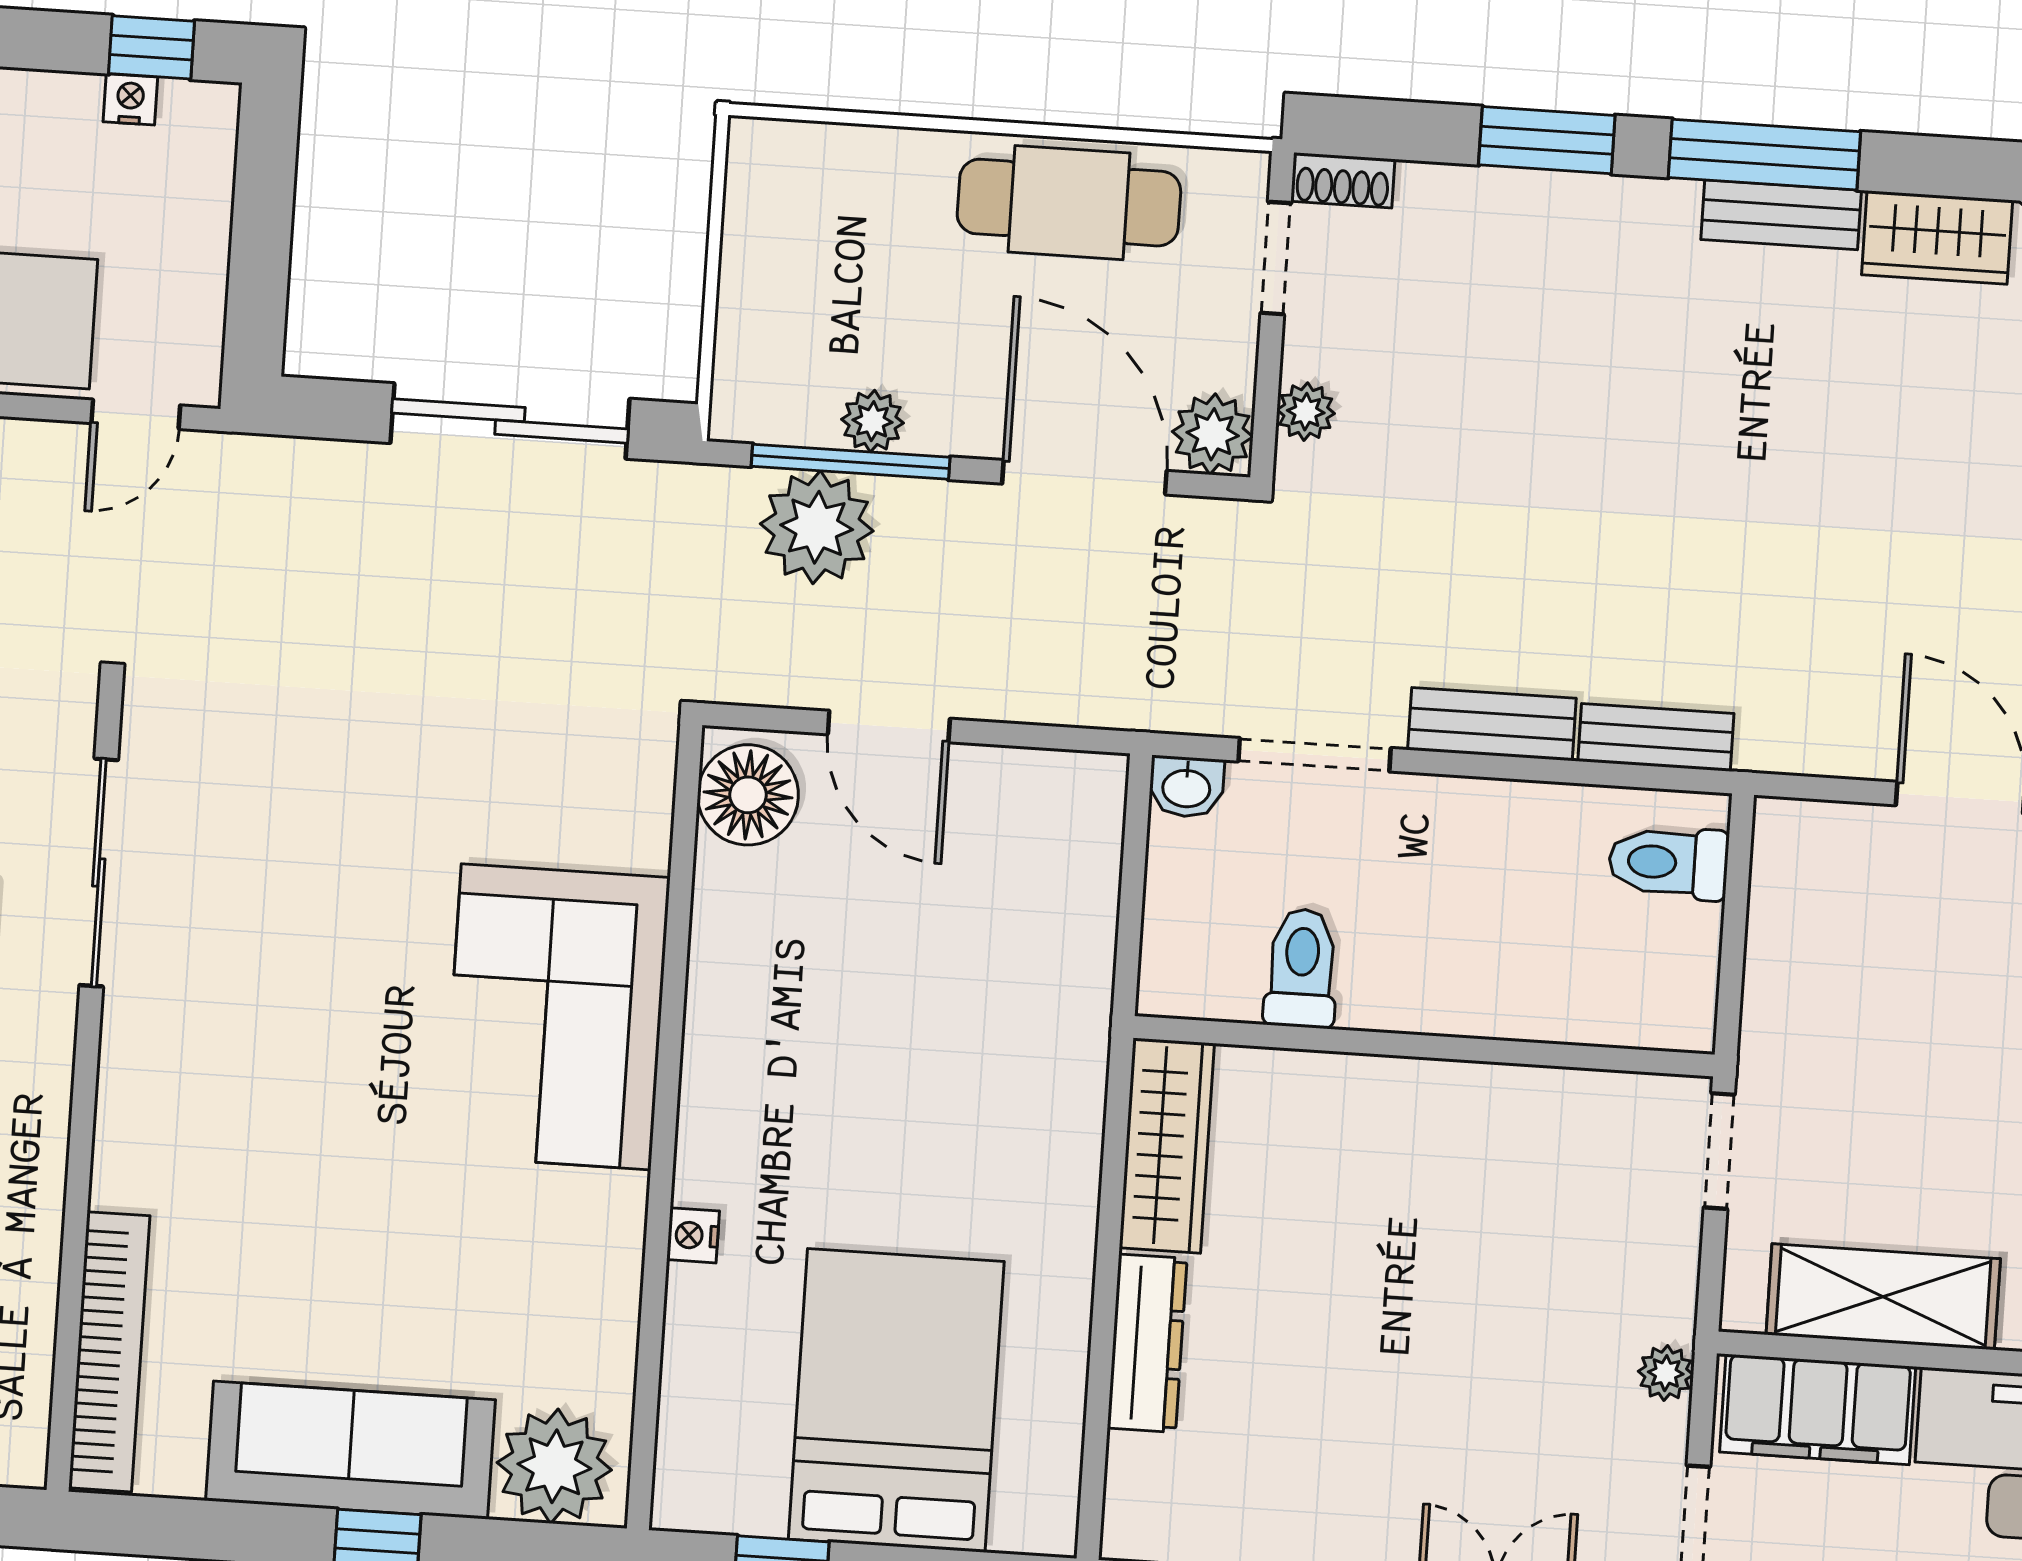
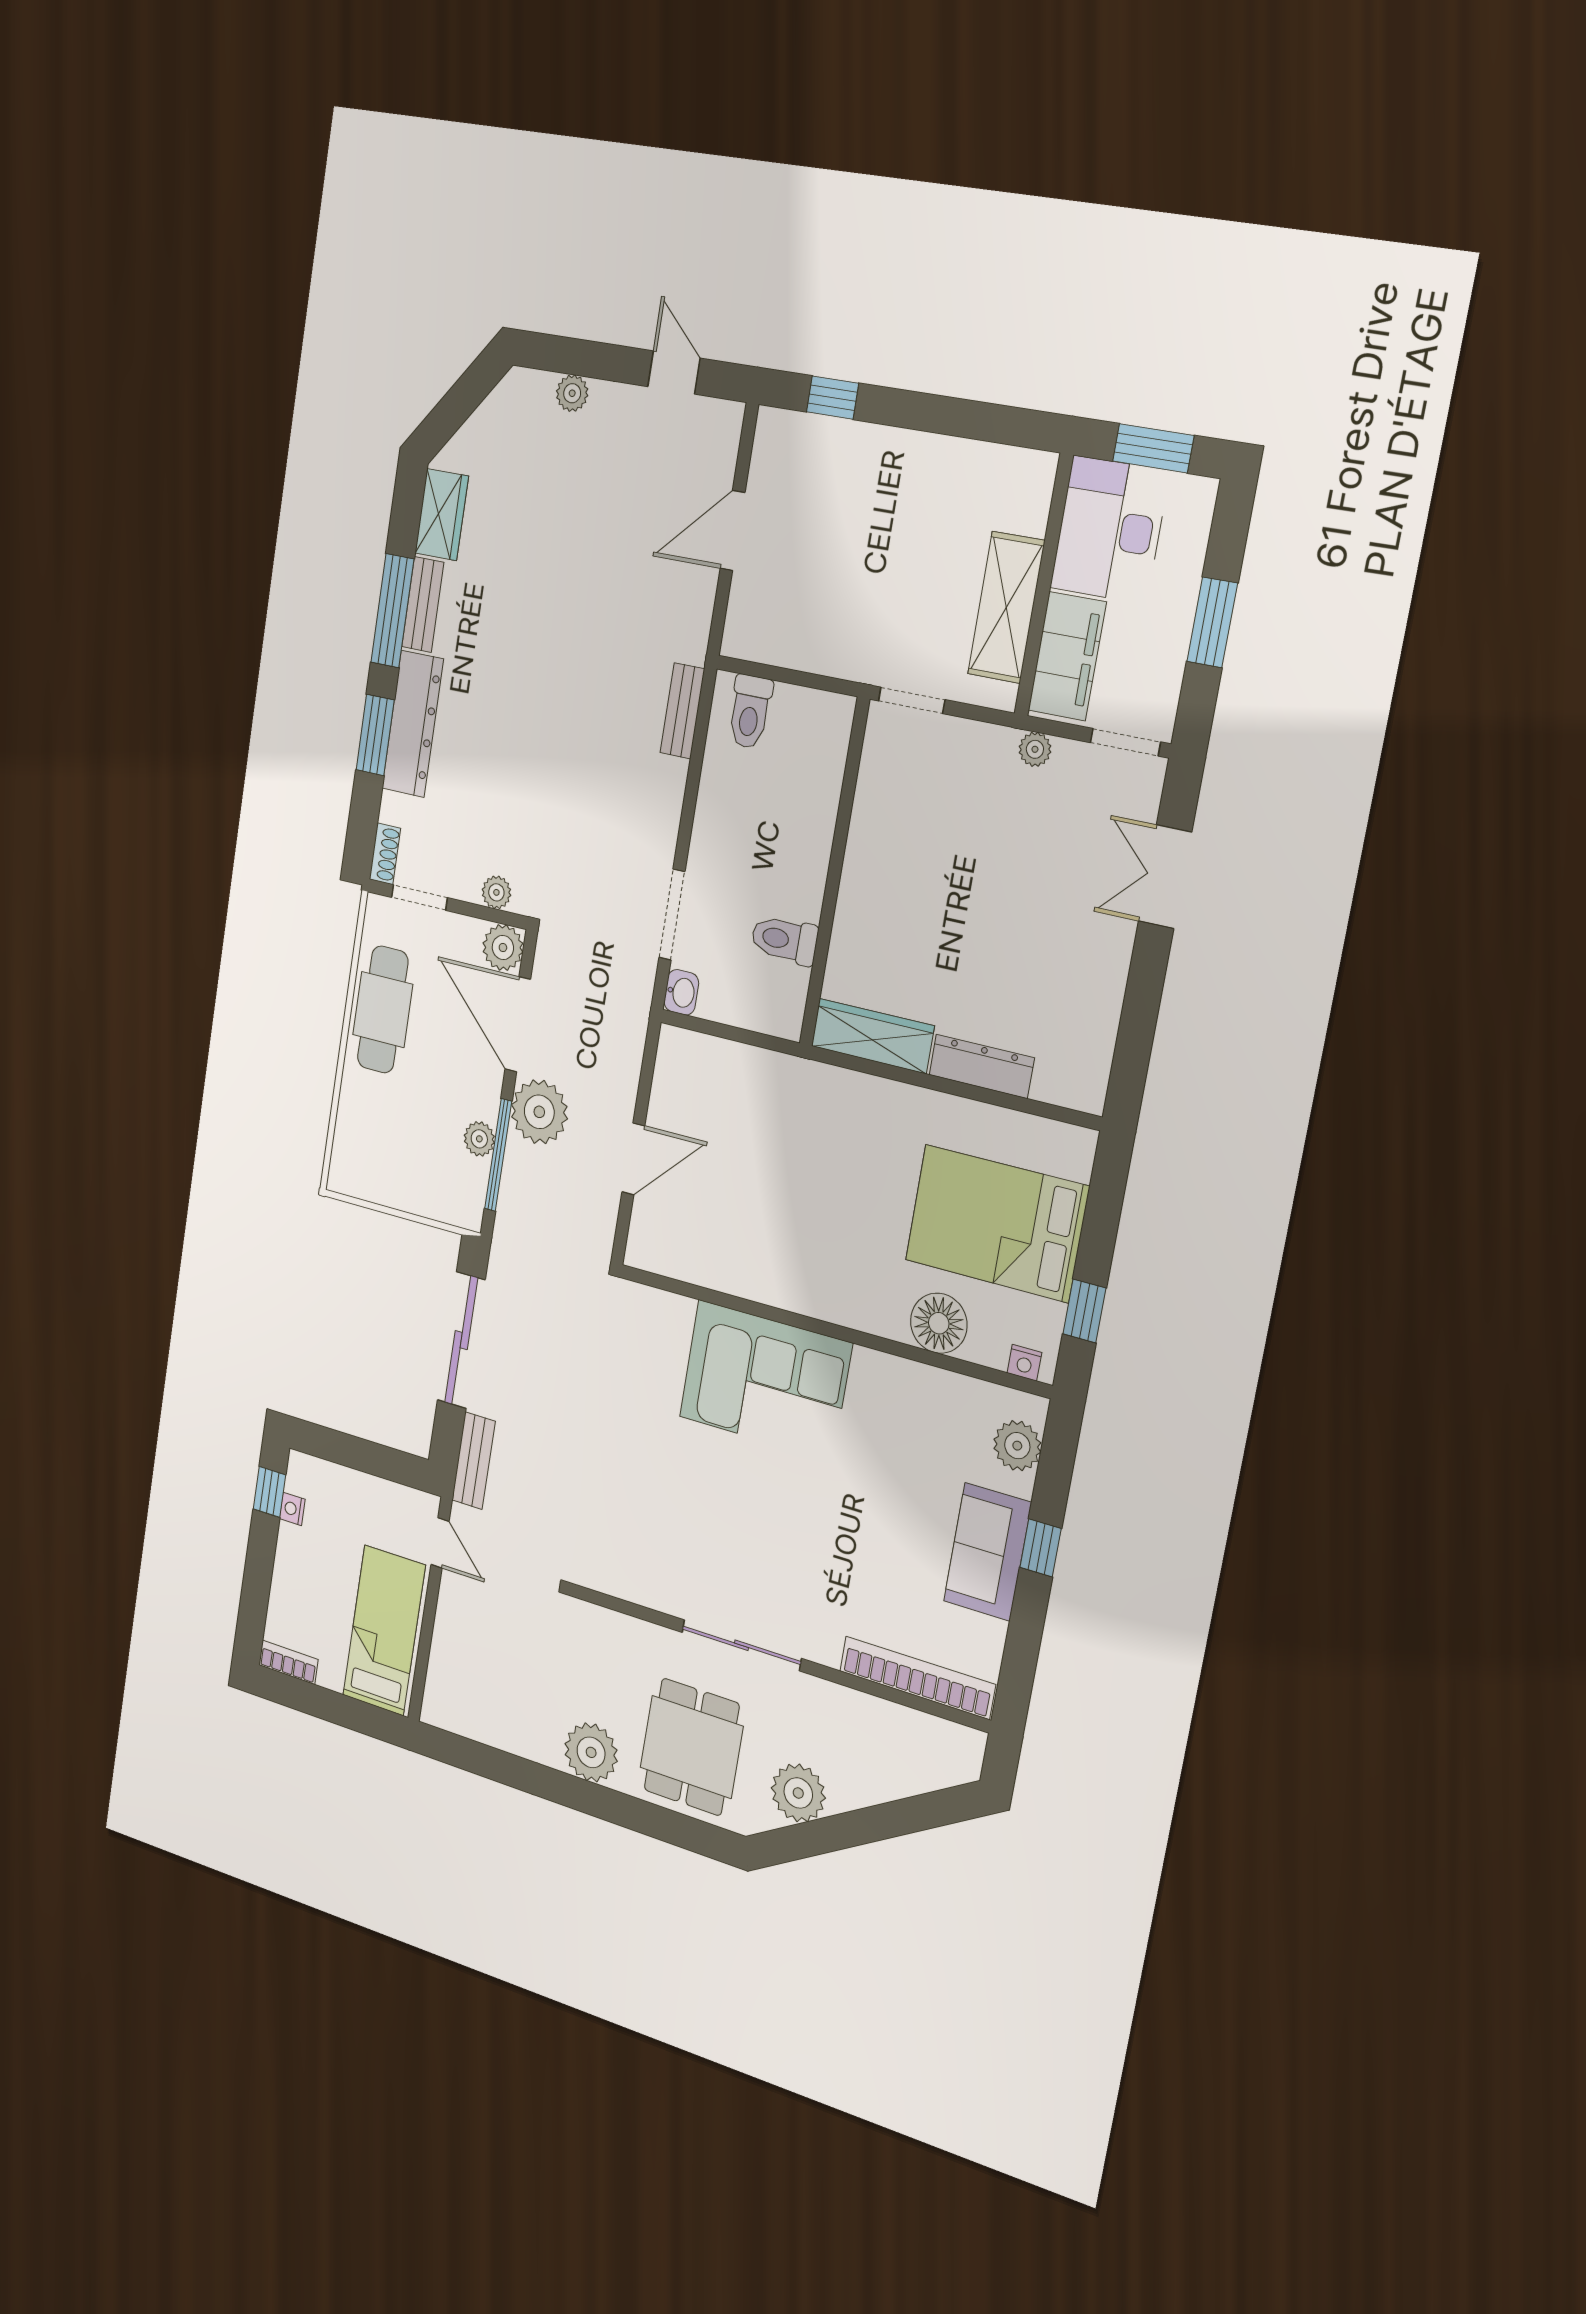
dresser: (1575, 215) -> (413, 724), added
door: (1084, 477) -> (518, 1024), hinge flipped
plant: (817, 527) -> (539, 1112), moved
bench: (1492, 724) -> (474, 1461), moved
floor lamp: (748, 795) -> (939, 1323), moved
sliding door: (99, 873) -> (741, 1645), moved
nightstand: (693, 1235) -> (1024, 1363), moved
sofa: (350, 1450) -> (987, 1552), width x0.73
plant: (554, 1466) -> (1017, 1446), width x0.73, depth x0.73

